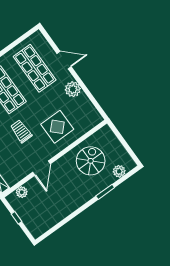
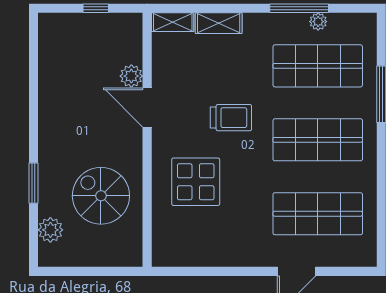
plant: (73, 89) -> (239, 251), removed
spiral stairs: (91, 161) -> (101, 196), turned 180
plant: (22, 192) -> (131, 76), moved

